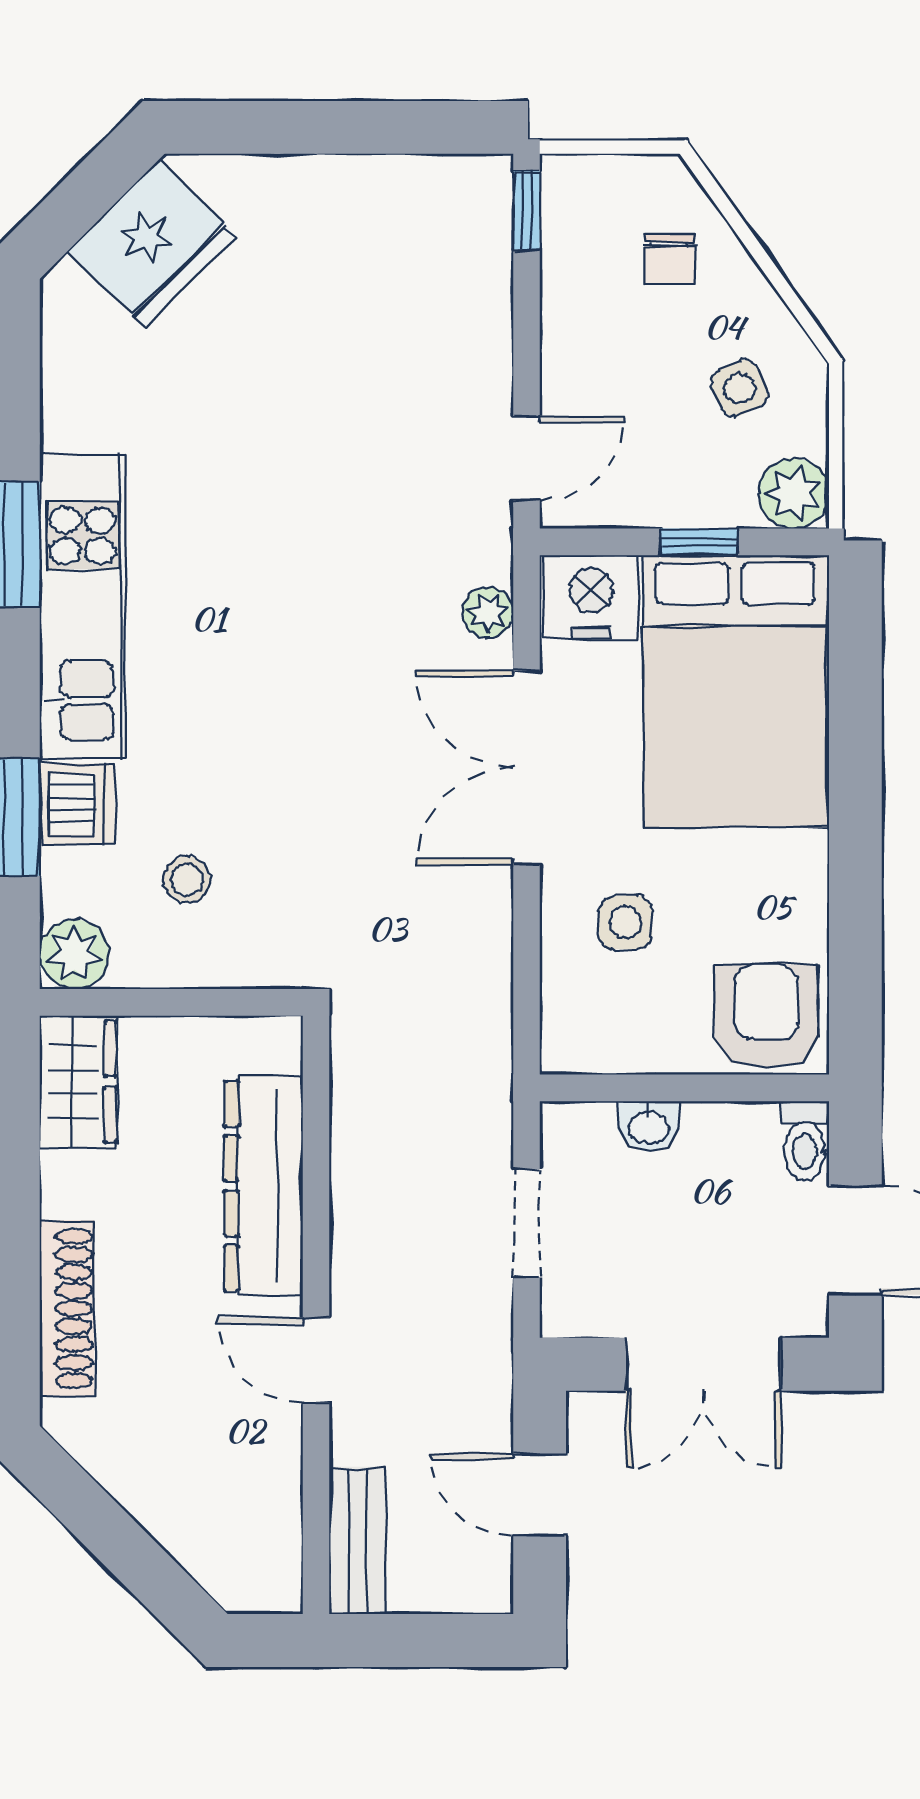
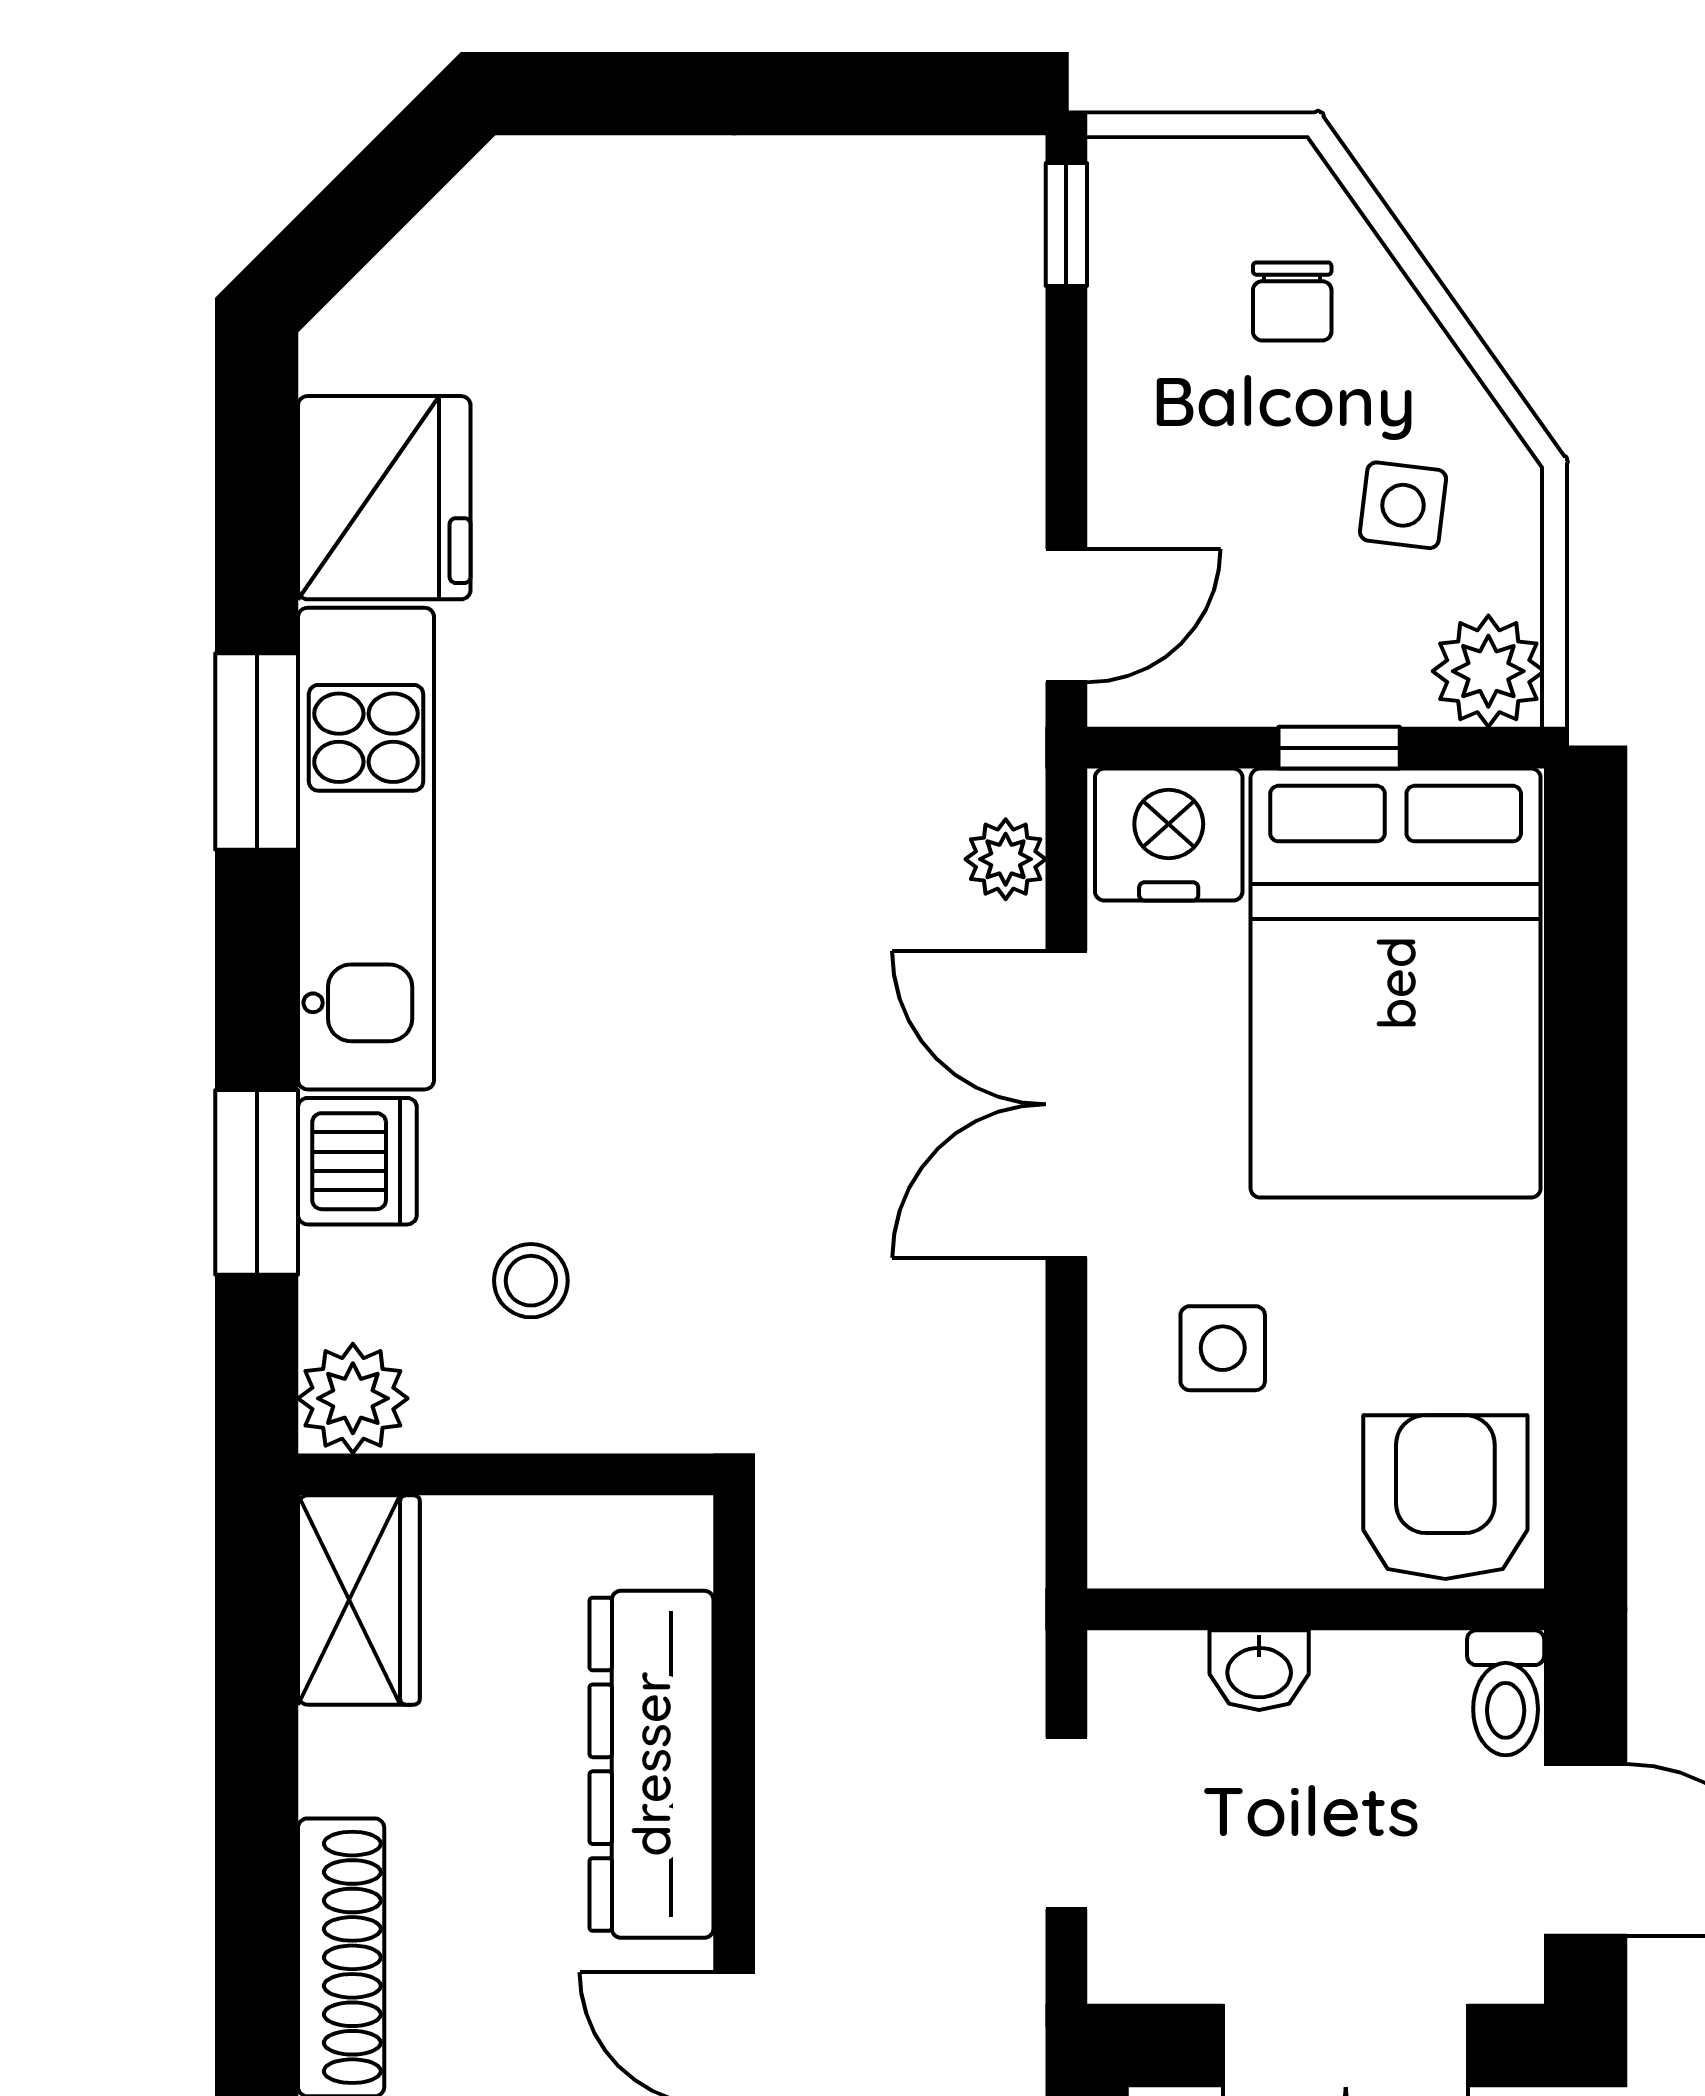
fridge: (152, 243) -> (384, 498), moved, turned -45
side table: (740, 388) -> (1403, 505), turned 32

